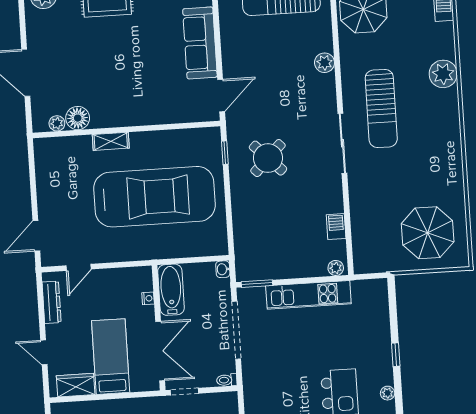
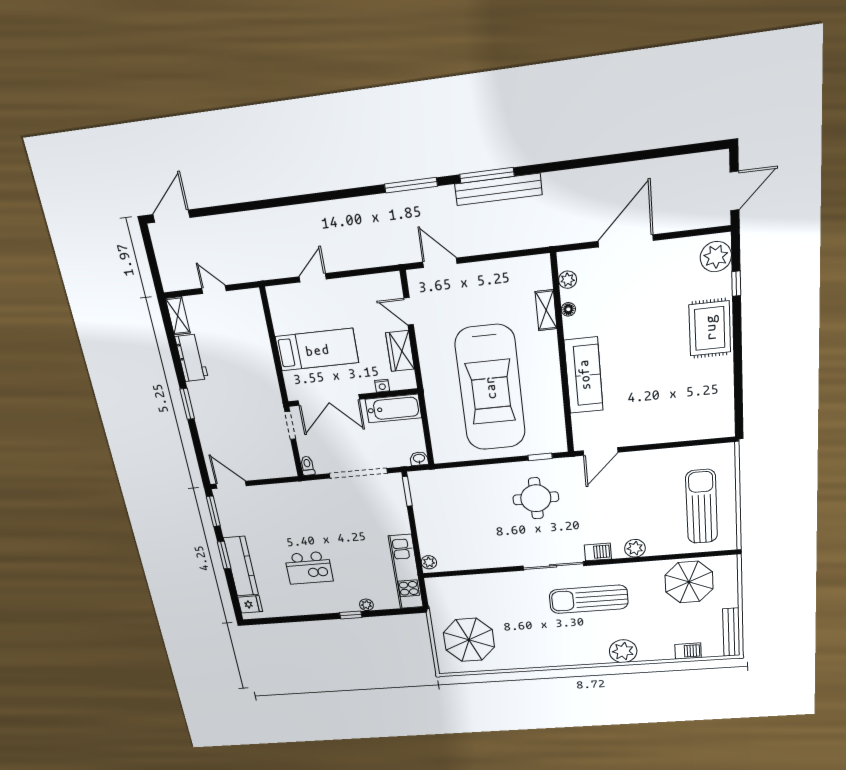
sofa: (200, 43) -> (584, 375), moved, turned 90
door: (221, 96) -> (600, 451), hinge flipped
floor lamp: (78, 118) -> (568, 309), width x0.53, depth x0.53
shelving: (111, 141) -> (546, 310), moved
round table: (268, 158) -> (536, 498), turned 45
barbecue: (336, 227) -> (598, 552), moved
kitchen unit: (308, 295) -> (406, 572), moved
dresser: (52, 302) -> (368, 284), removed
wardrobe: (76, 385) -> (400, 351), moved, turned 180
plant: (388, 393) -> (366, 605), moved

